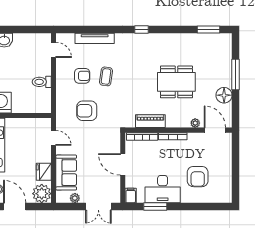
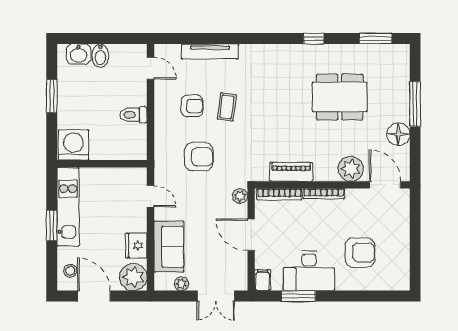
window: (142, 29) -> (314, 39), moved
bidet: (19, 41) -> (100, 56), added
dining table: (176, 82) -> (340, 97), moved
armchair: (87, 111) -> (199, 157), turned 180
plant: (195, 123) -> (351, 169), width x1.87, depth x1.87
plant: (115, 138) -> (240, 196), added
armchair: (198, 177) -> (360, 252), turned -90

